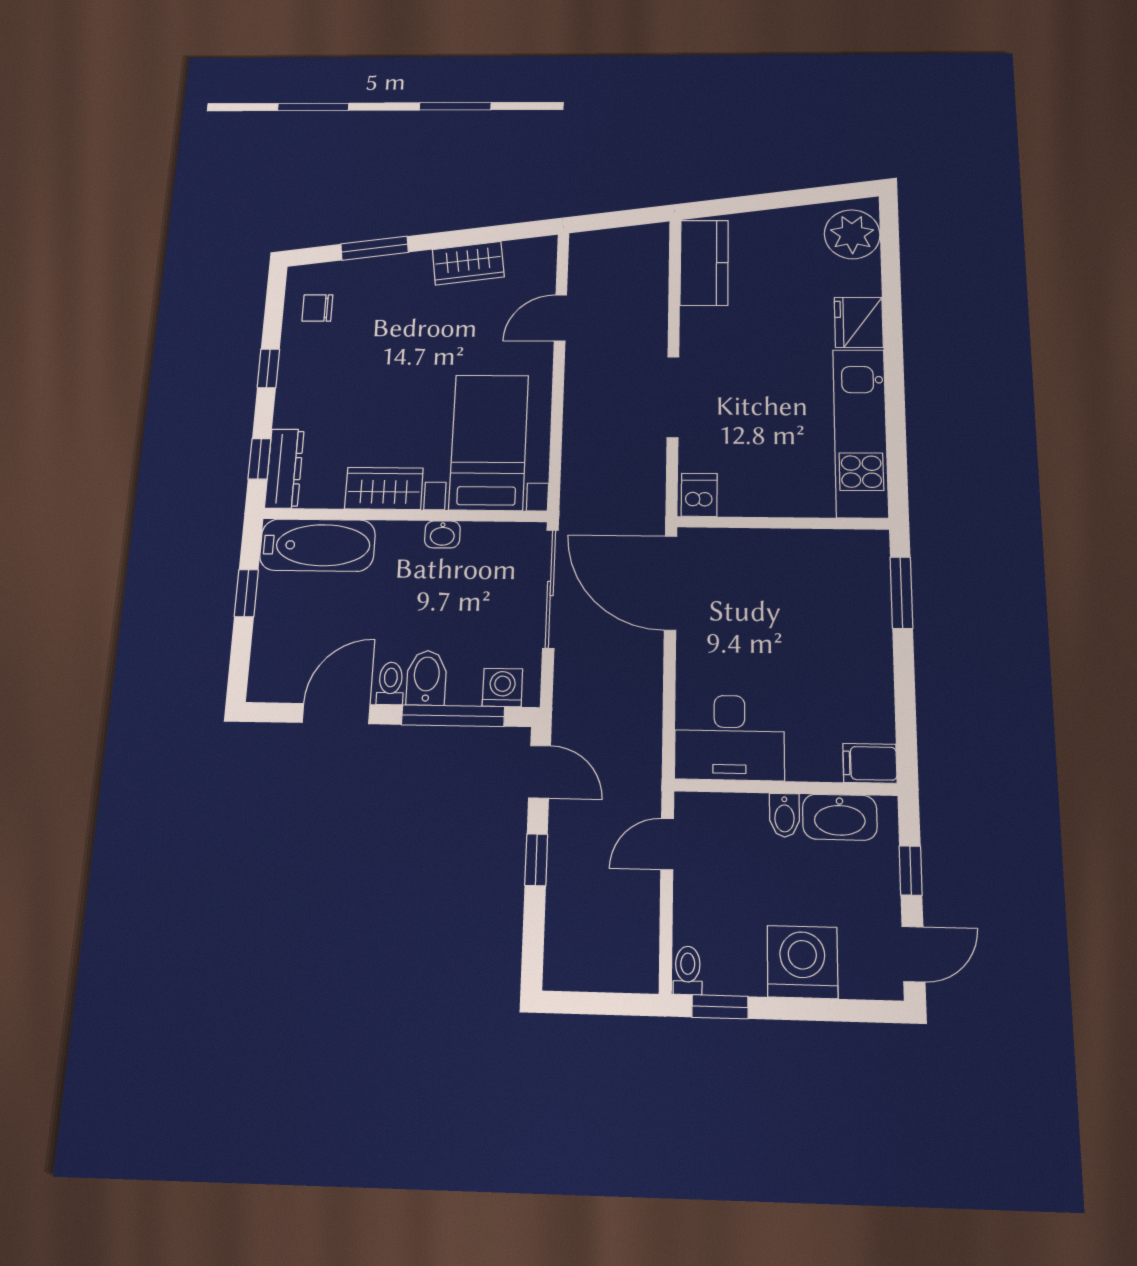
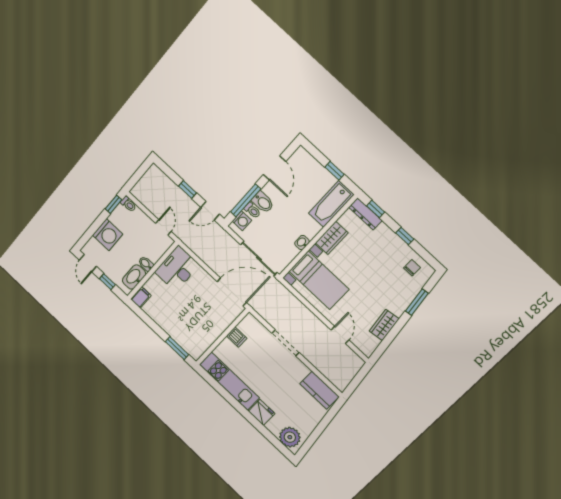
dishwasher: (699, 495) -> (237, 337), moved
toilet: (390, 683) -> (252, 210), moved

